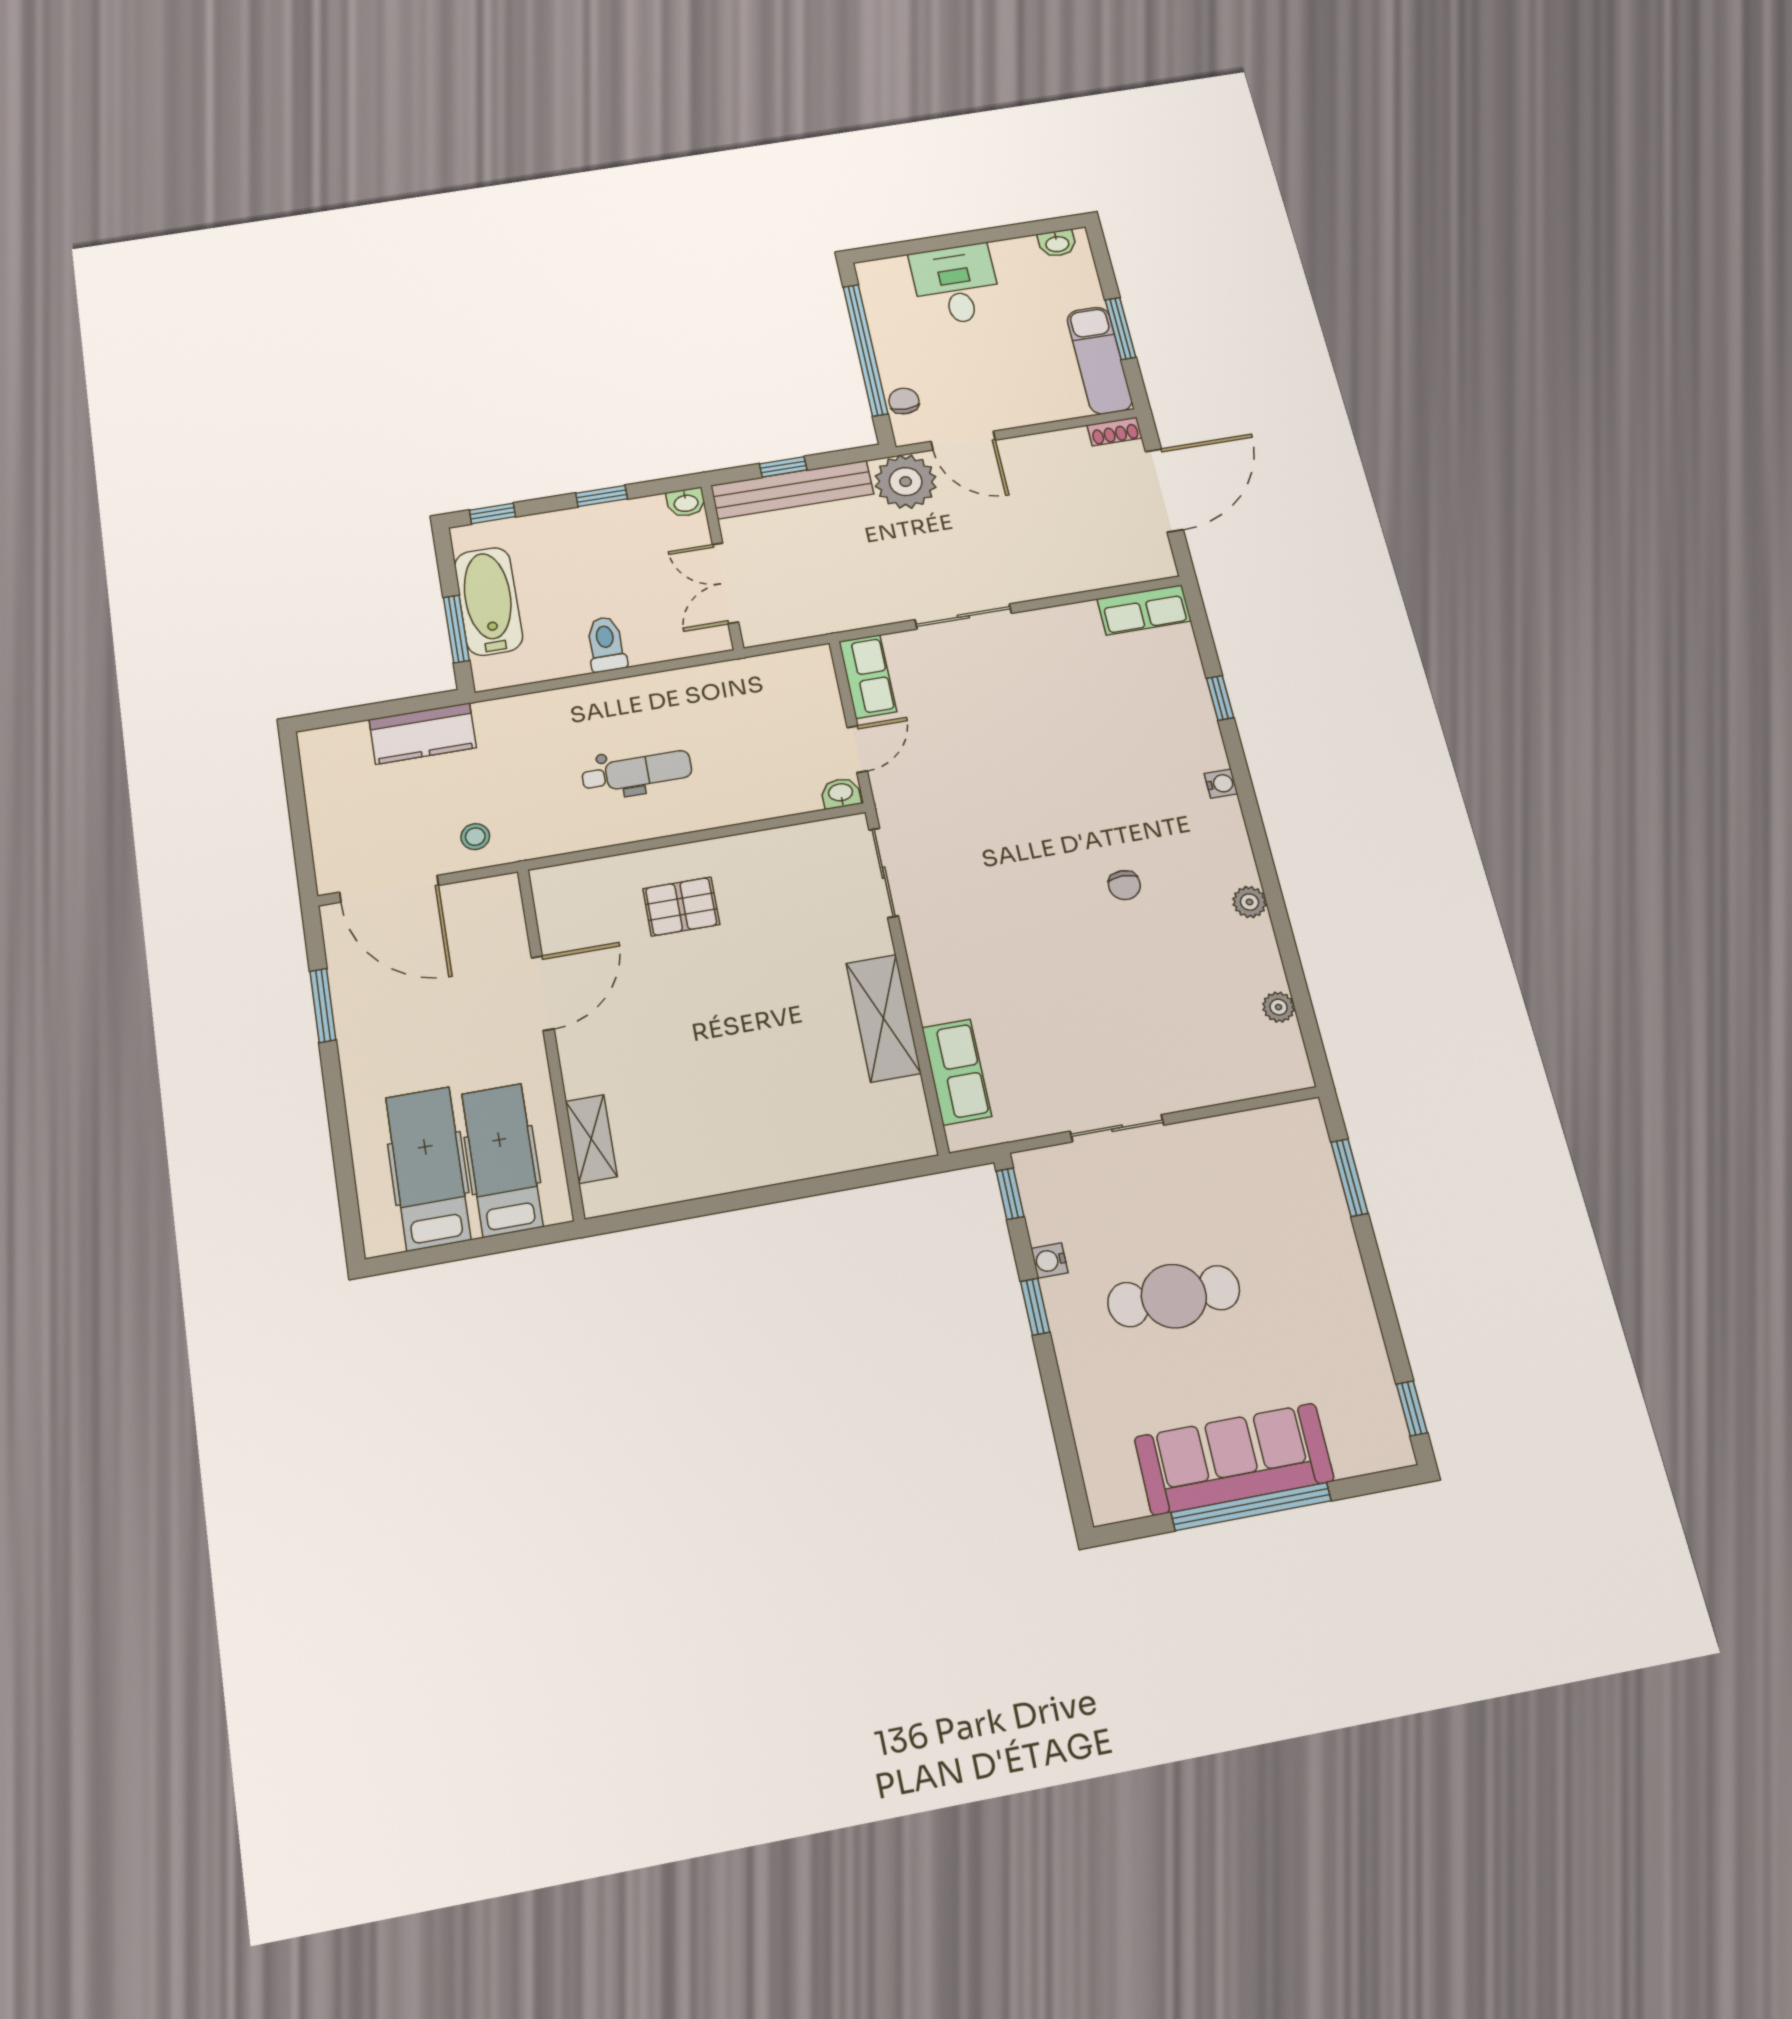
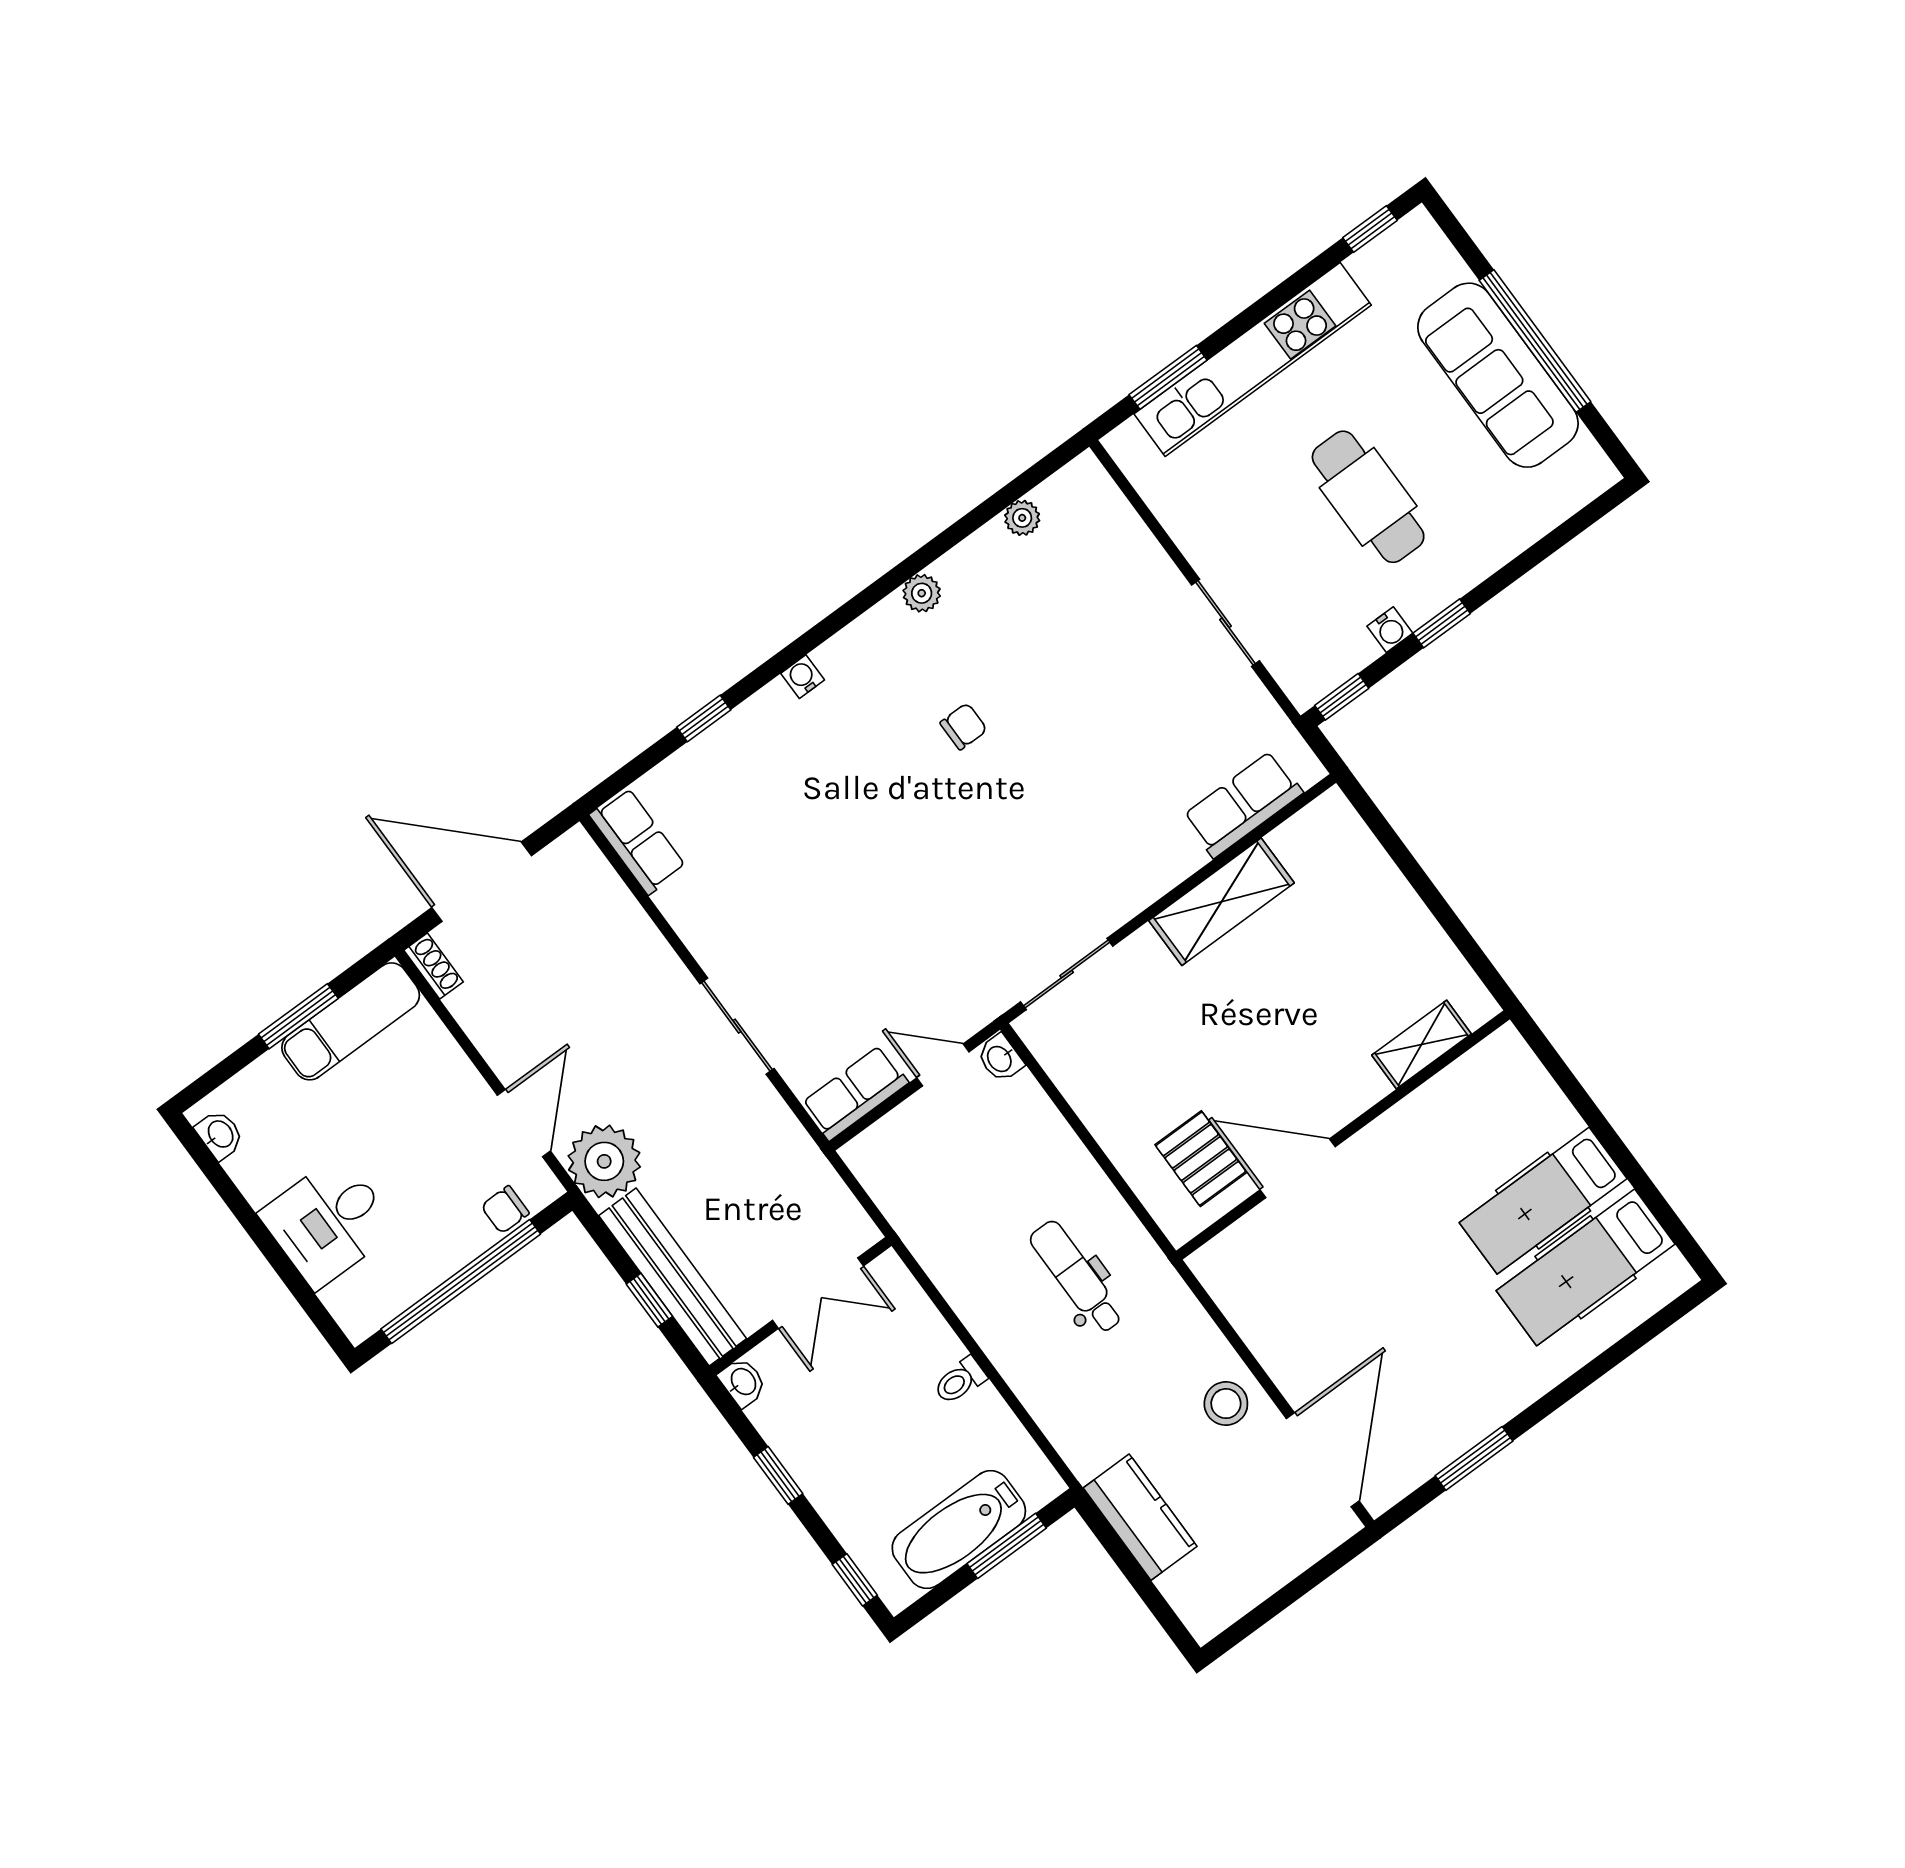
toilet: (606, 644) -> (960, 1381), width x0.73, depth x0.72
stool: (475, 837) -> (1226, 1404), width x1.37, depth x1.37
door: (543, 993) -> (1298, 1168), moved
wall: (550, 1041) -> (1343, 1135), moved
shelving: (591, 1139) -> (1422, 1045), moved
kitchen unit: (1336, 1255) -> (1253, 359), added

